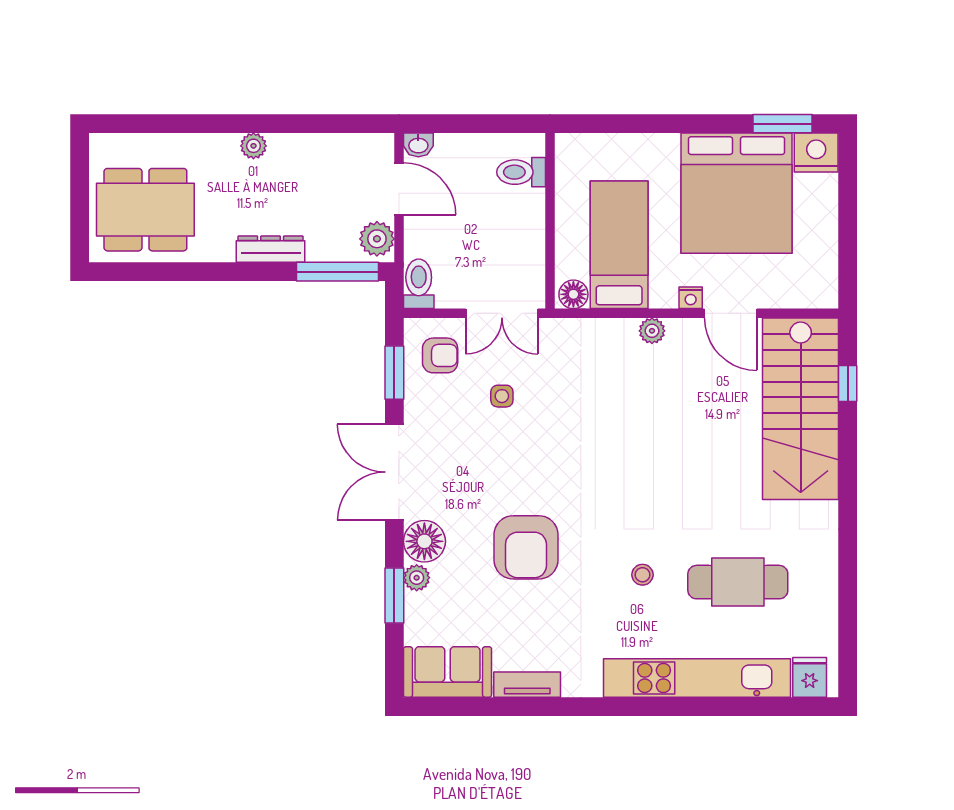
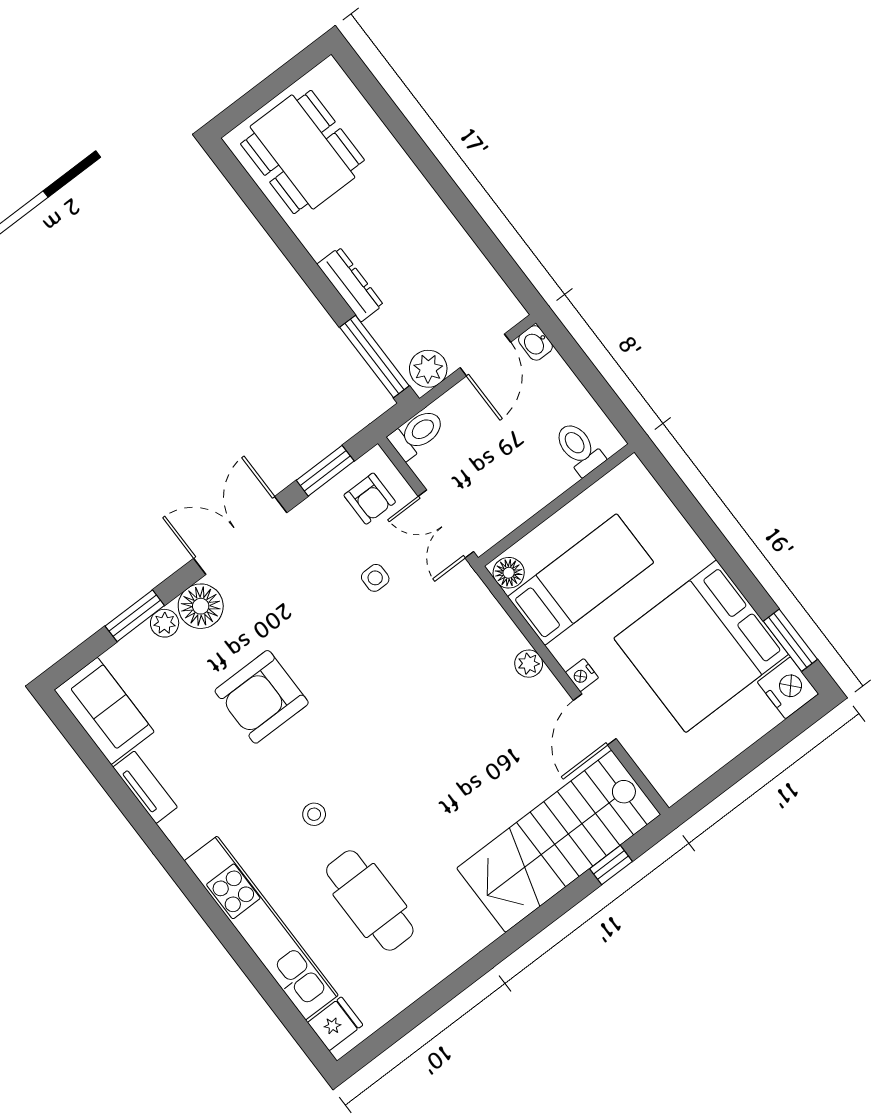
plant: (253, 146) -> (427, 203), removed

